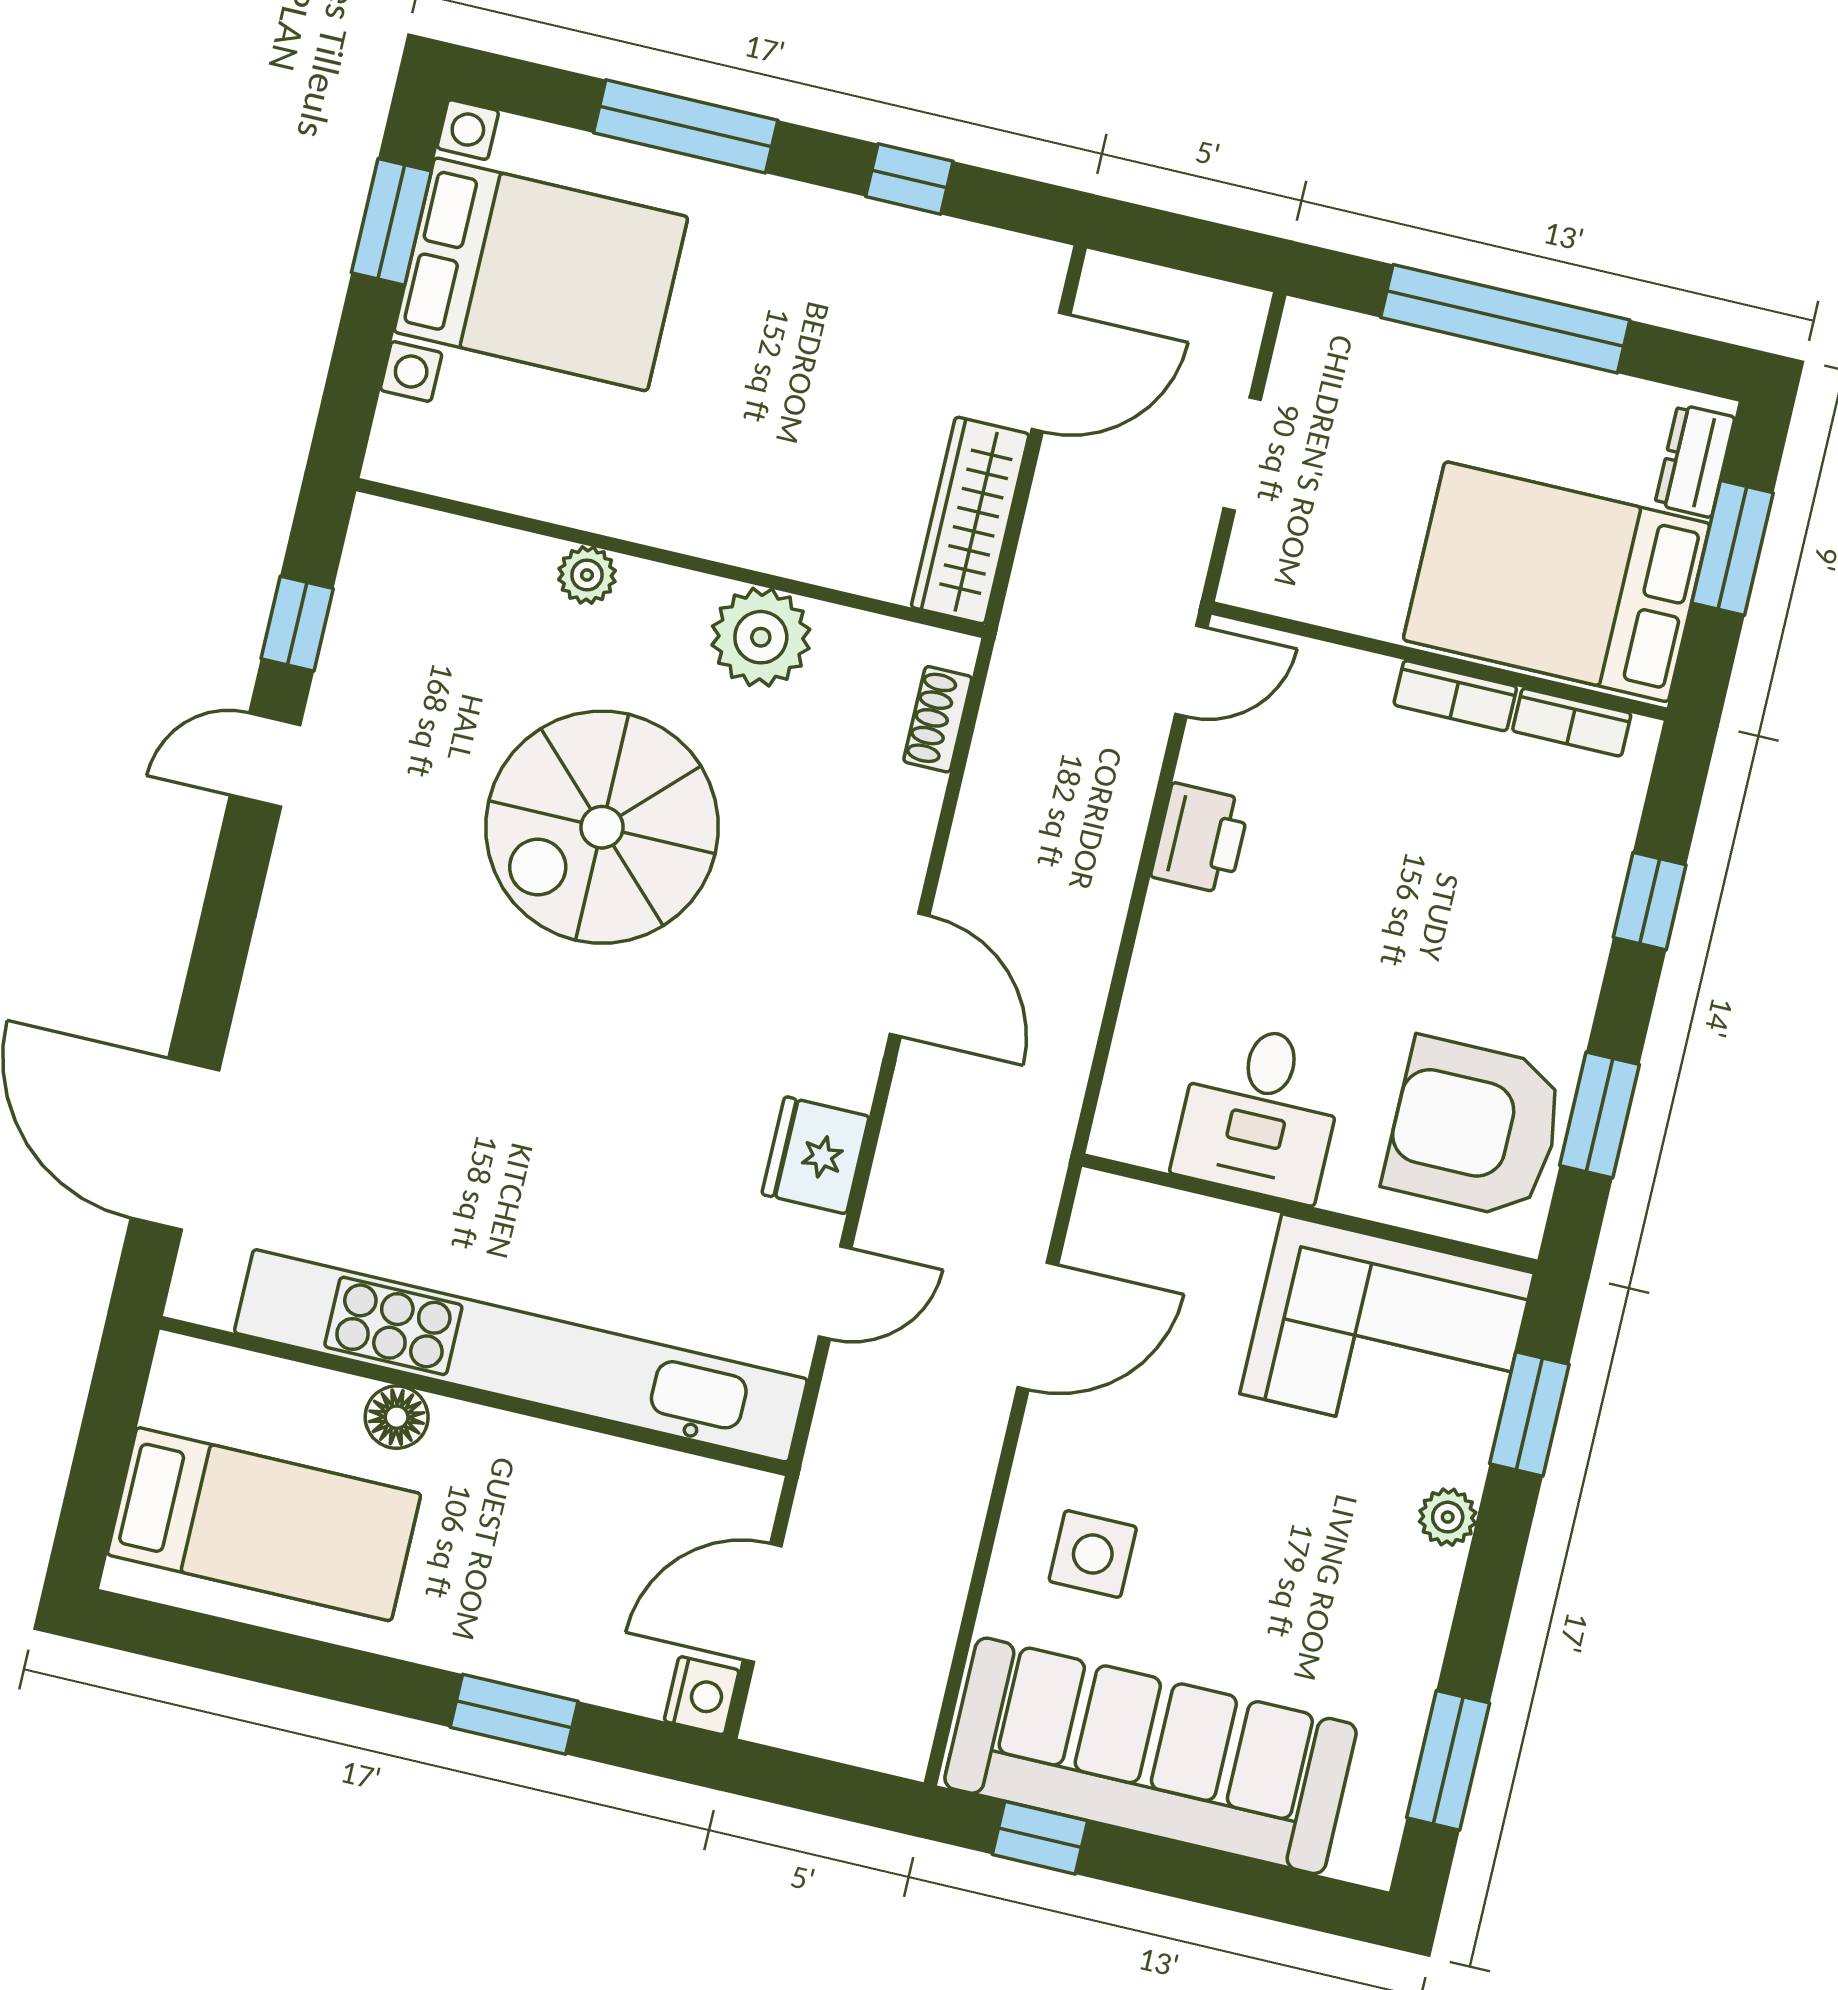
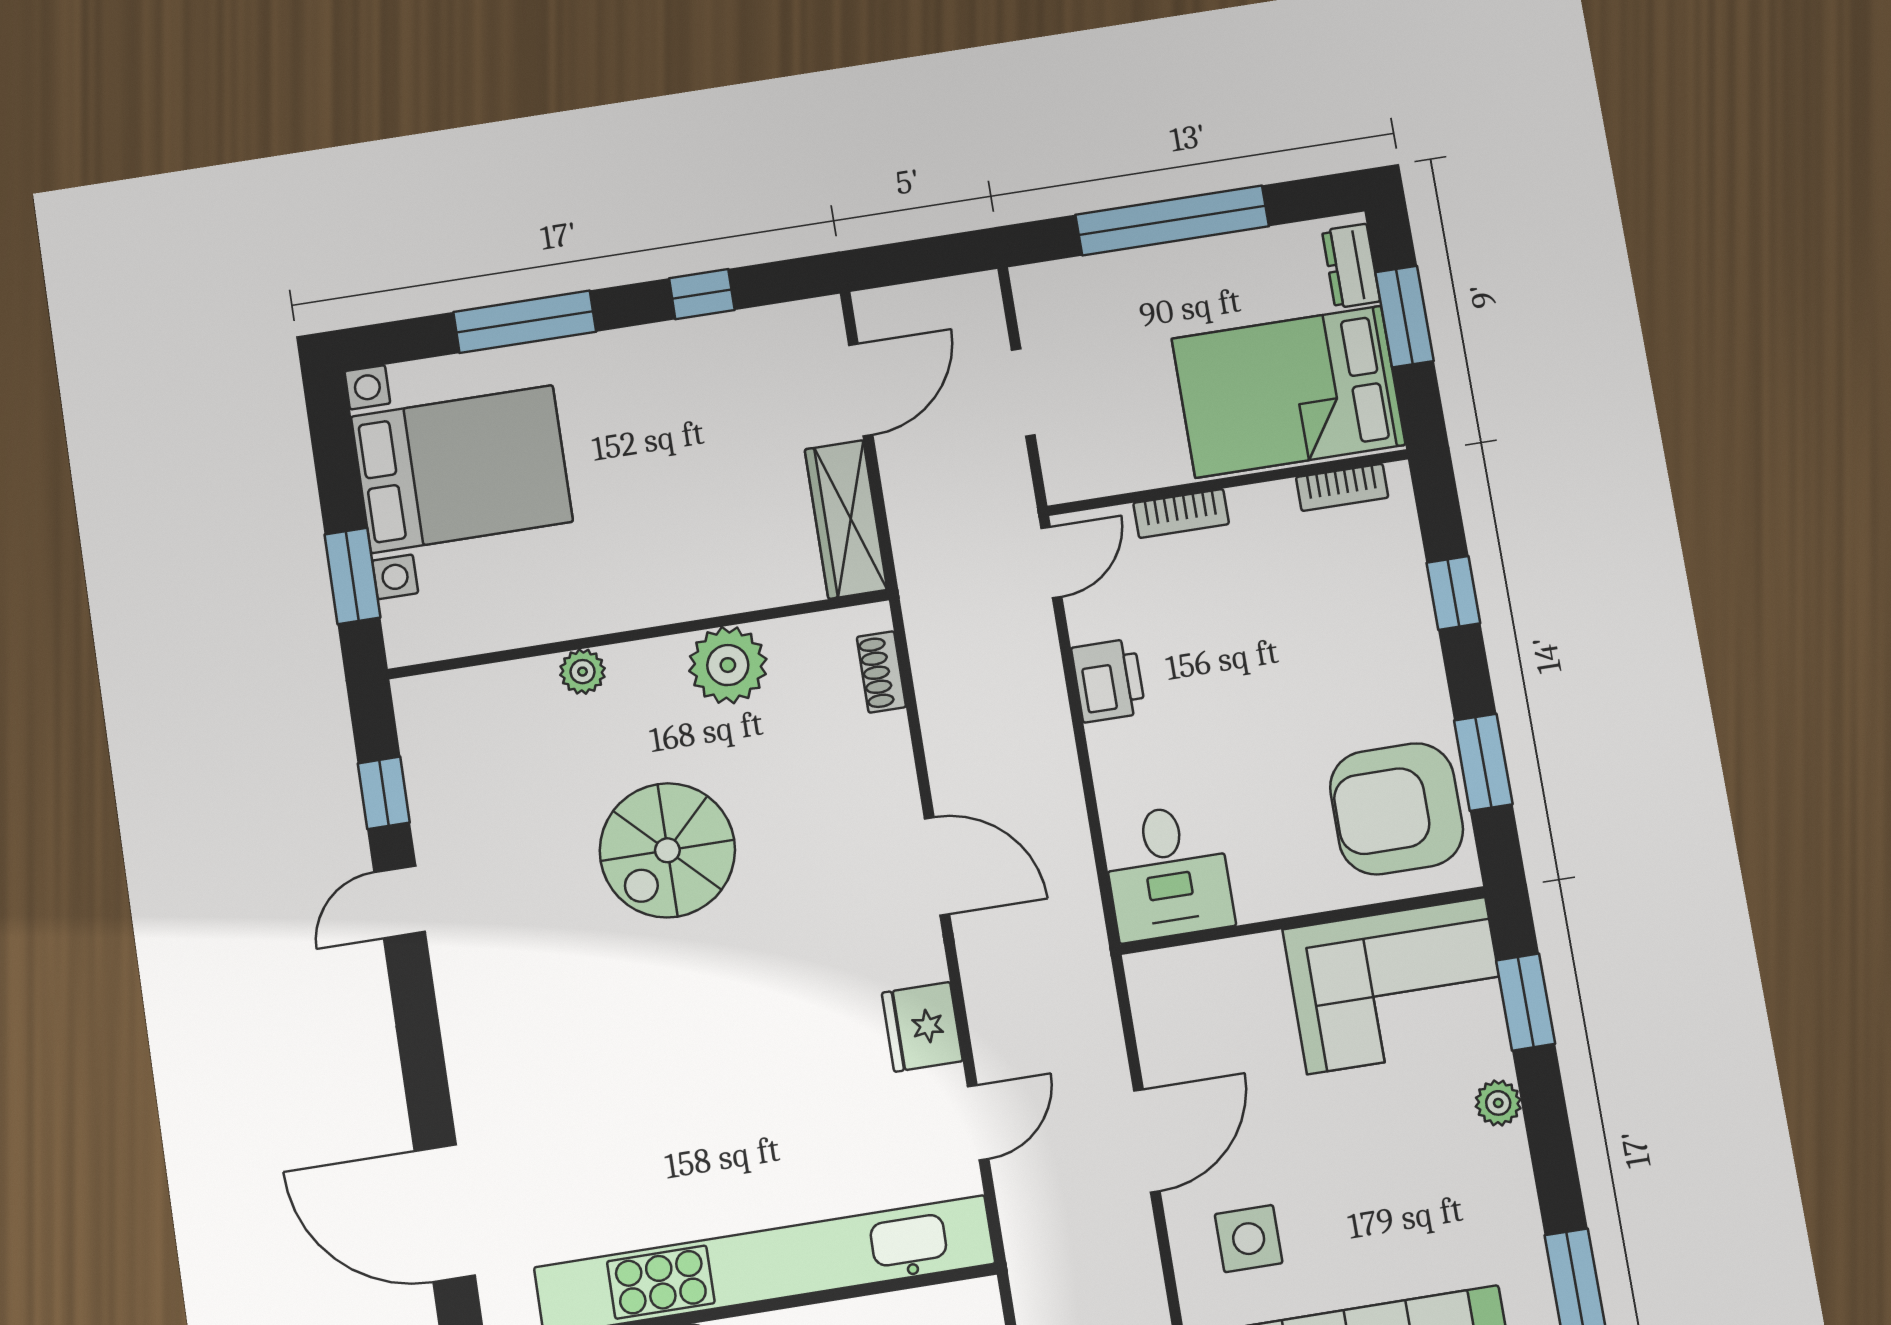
window: (391, 222) -> (352, 576), moved
bookcase: (1455, 696) -> (1181, 513), moved
spiral stairs: (602, 827) -> (667, 850), width x0.73, depth x0.73
desk: (1260, 1112) -> (1168, 872), moved
door: (1038, 1326) -> (1147, 1141), moved

